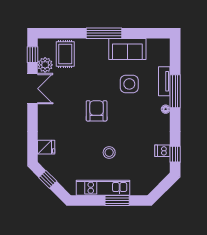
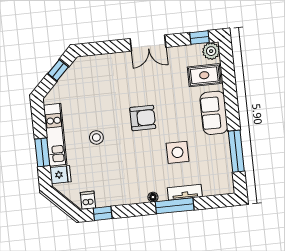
window: (104, 33) -> (236, 151), moved
sofa: (127, 49) -> (214, 113), moved
plant: (45, 65) -> (211, 51), moved
double door: (32, 89) -> (148, 43), moved
fridge: (46, 147) -> (60, 175), moved, turned -90
dishwasher: (162, 151) -> (88, 200), moved

